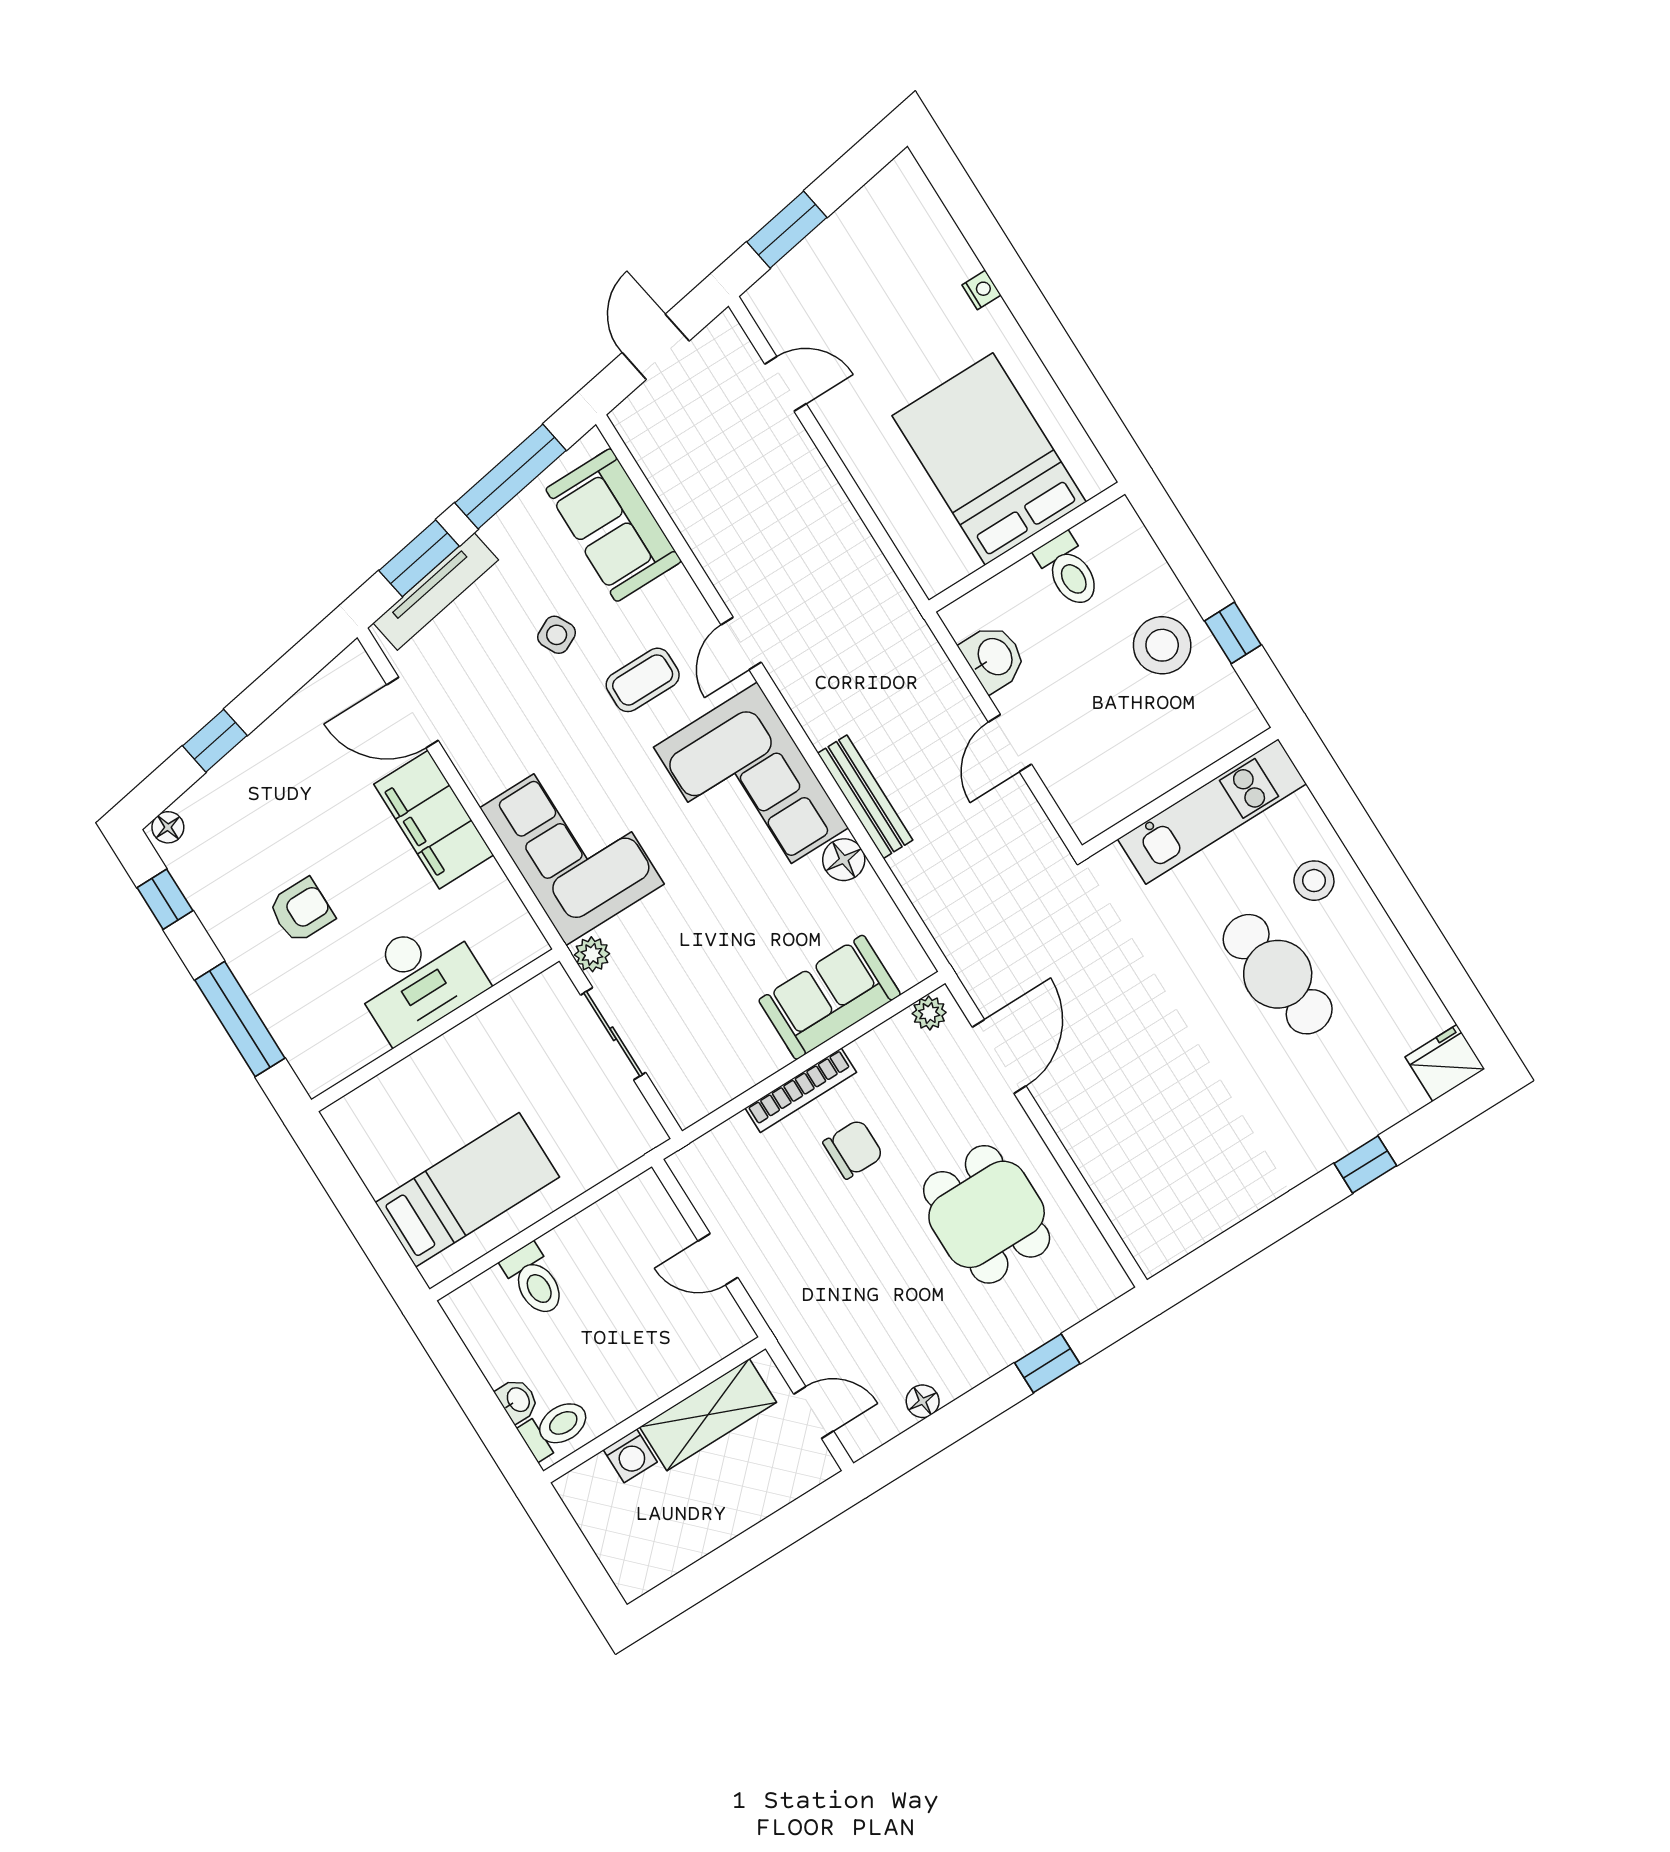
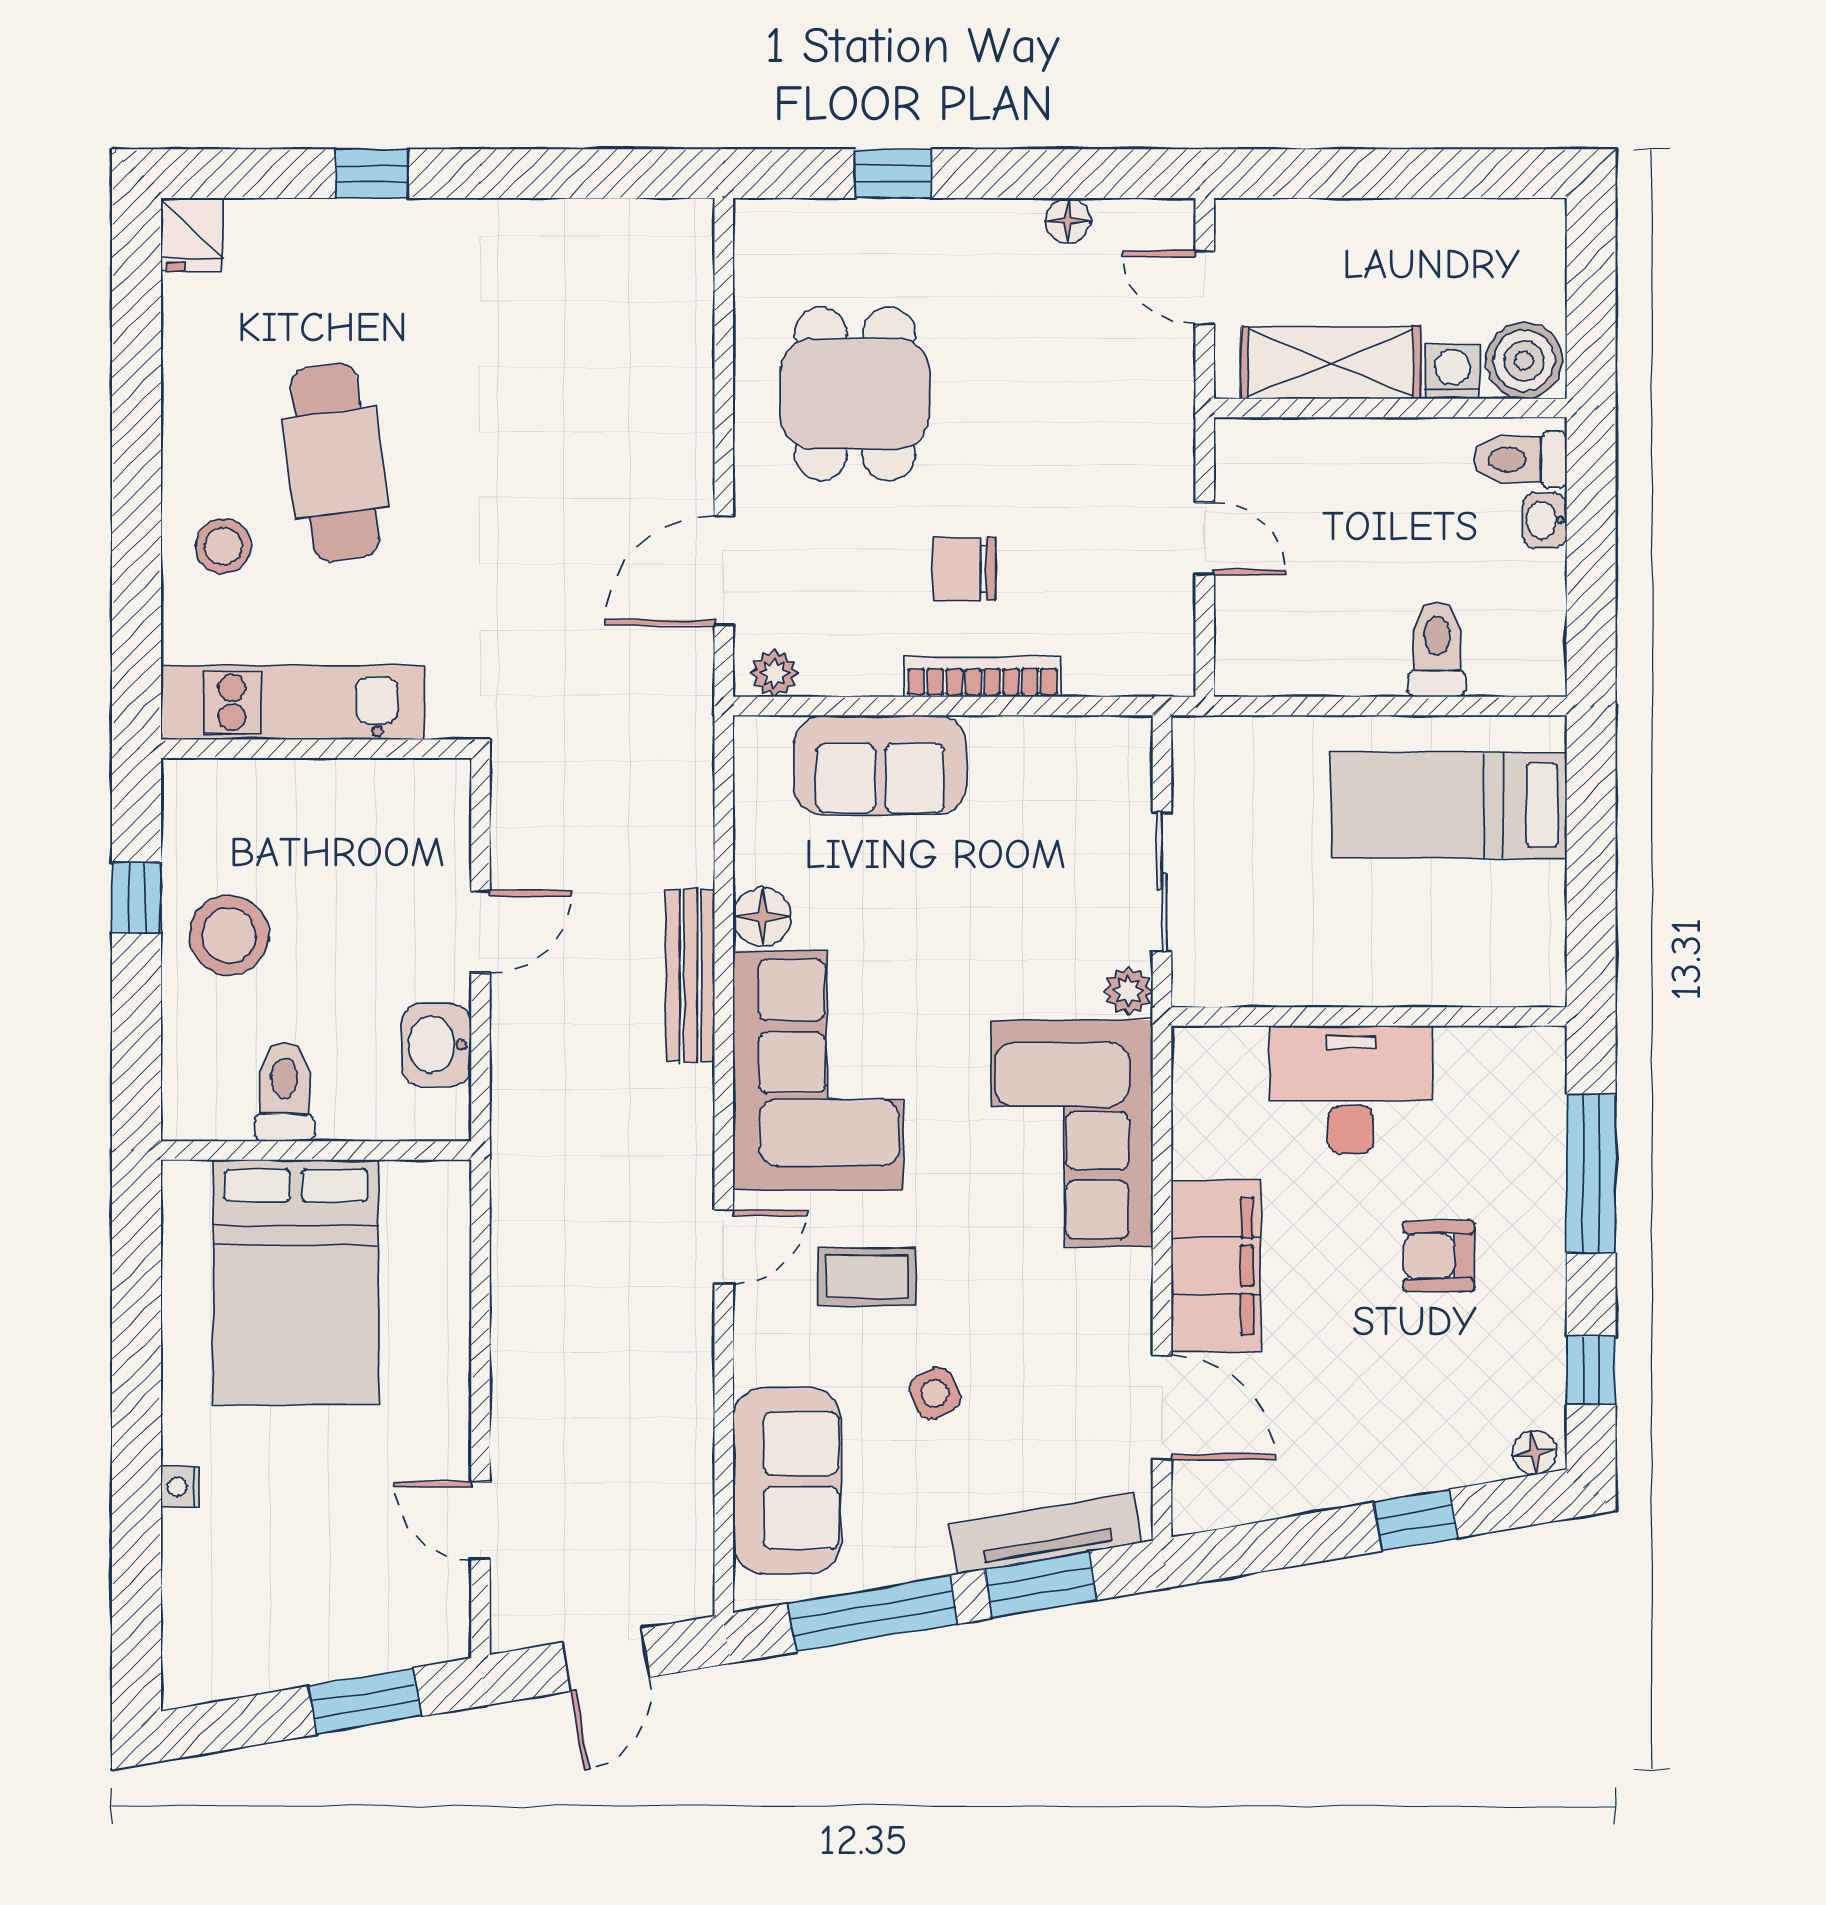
fridge: (1445, 1063) -> (192, 235), width x0.72
boiler: (591, 1490) -> (1524, 361), added

